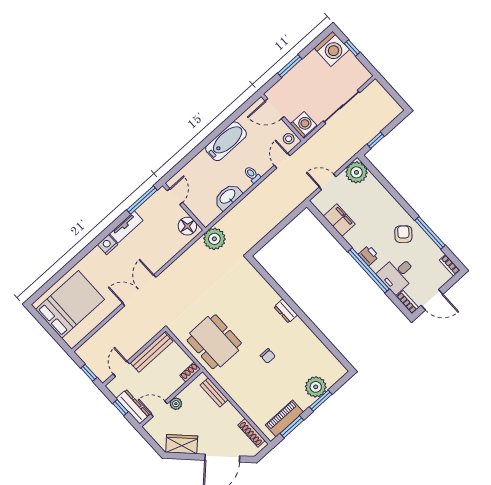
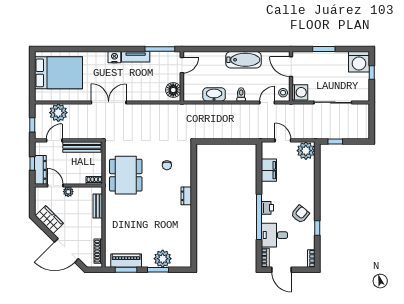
window: (430, 233) -> (317, 228), width x0.46
plant: (214, 239) -> (58, 113), moved
chair: (268, 356) -> (167, 165), moved

